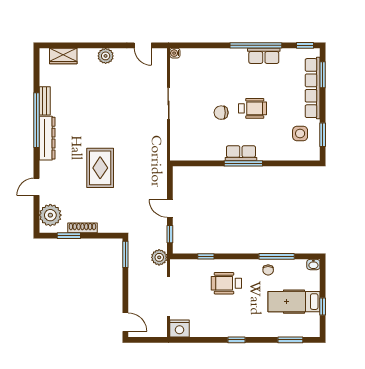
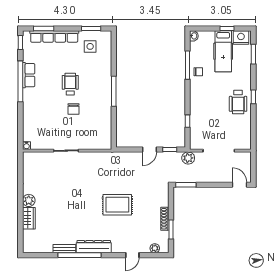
door: (143, 45) -> (20, 171), removed
wardrobe: (63, 56) -> (29, 218), moved
row of seats: (241, 153) -> (106, 93), removed
door: (37, 187) -> (132, 255), hinge flipped
plant: (50, 215) -> (155, 248), width x0.53, depth x0.53
wheelchair: (226, 283) -> (238, 102), moved
door: (125, 322) -> (240, 185), hinge flipped
nightstand: (180, 328) -> (241, 38), moved, turned -90

